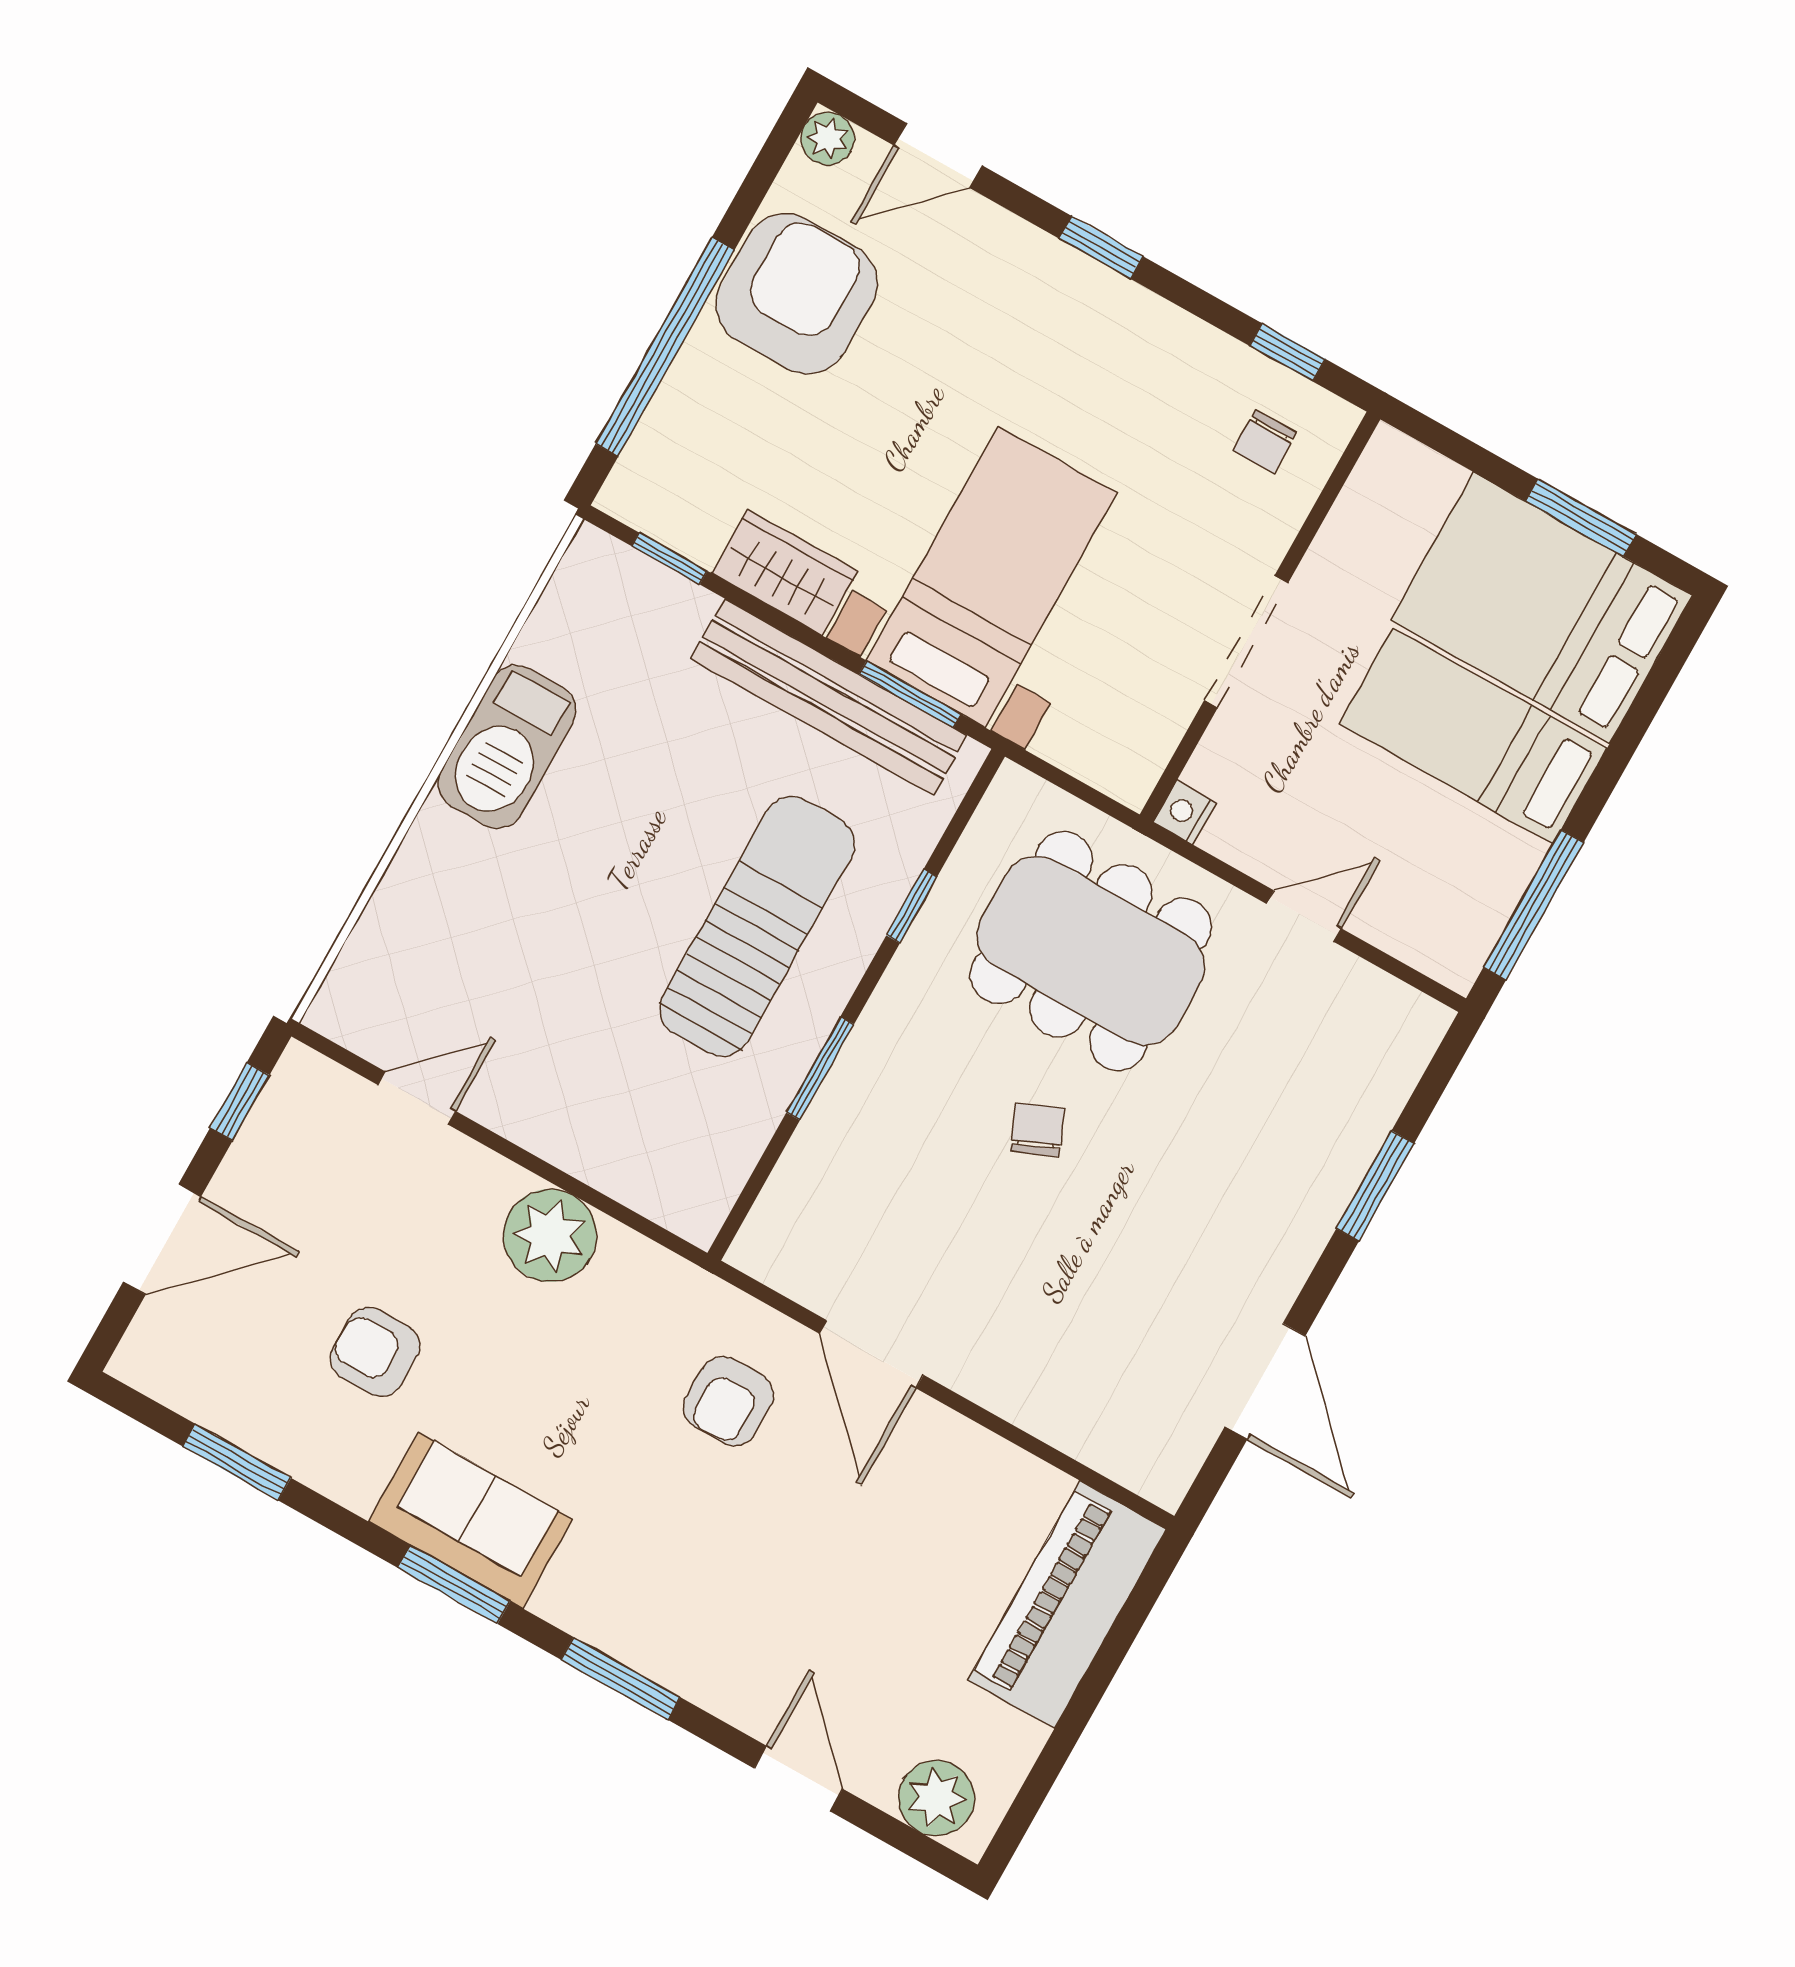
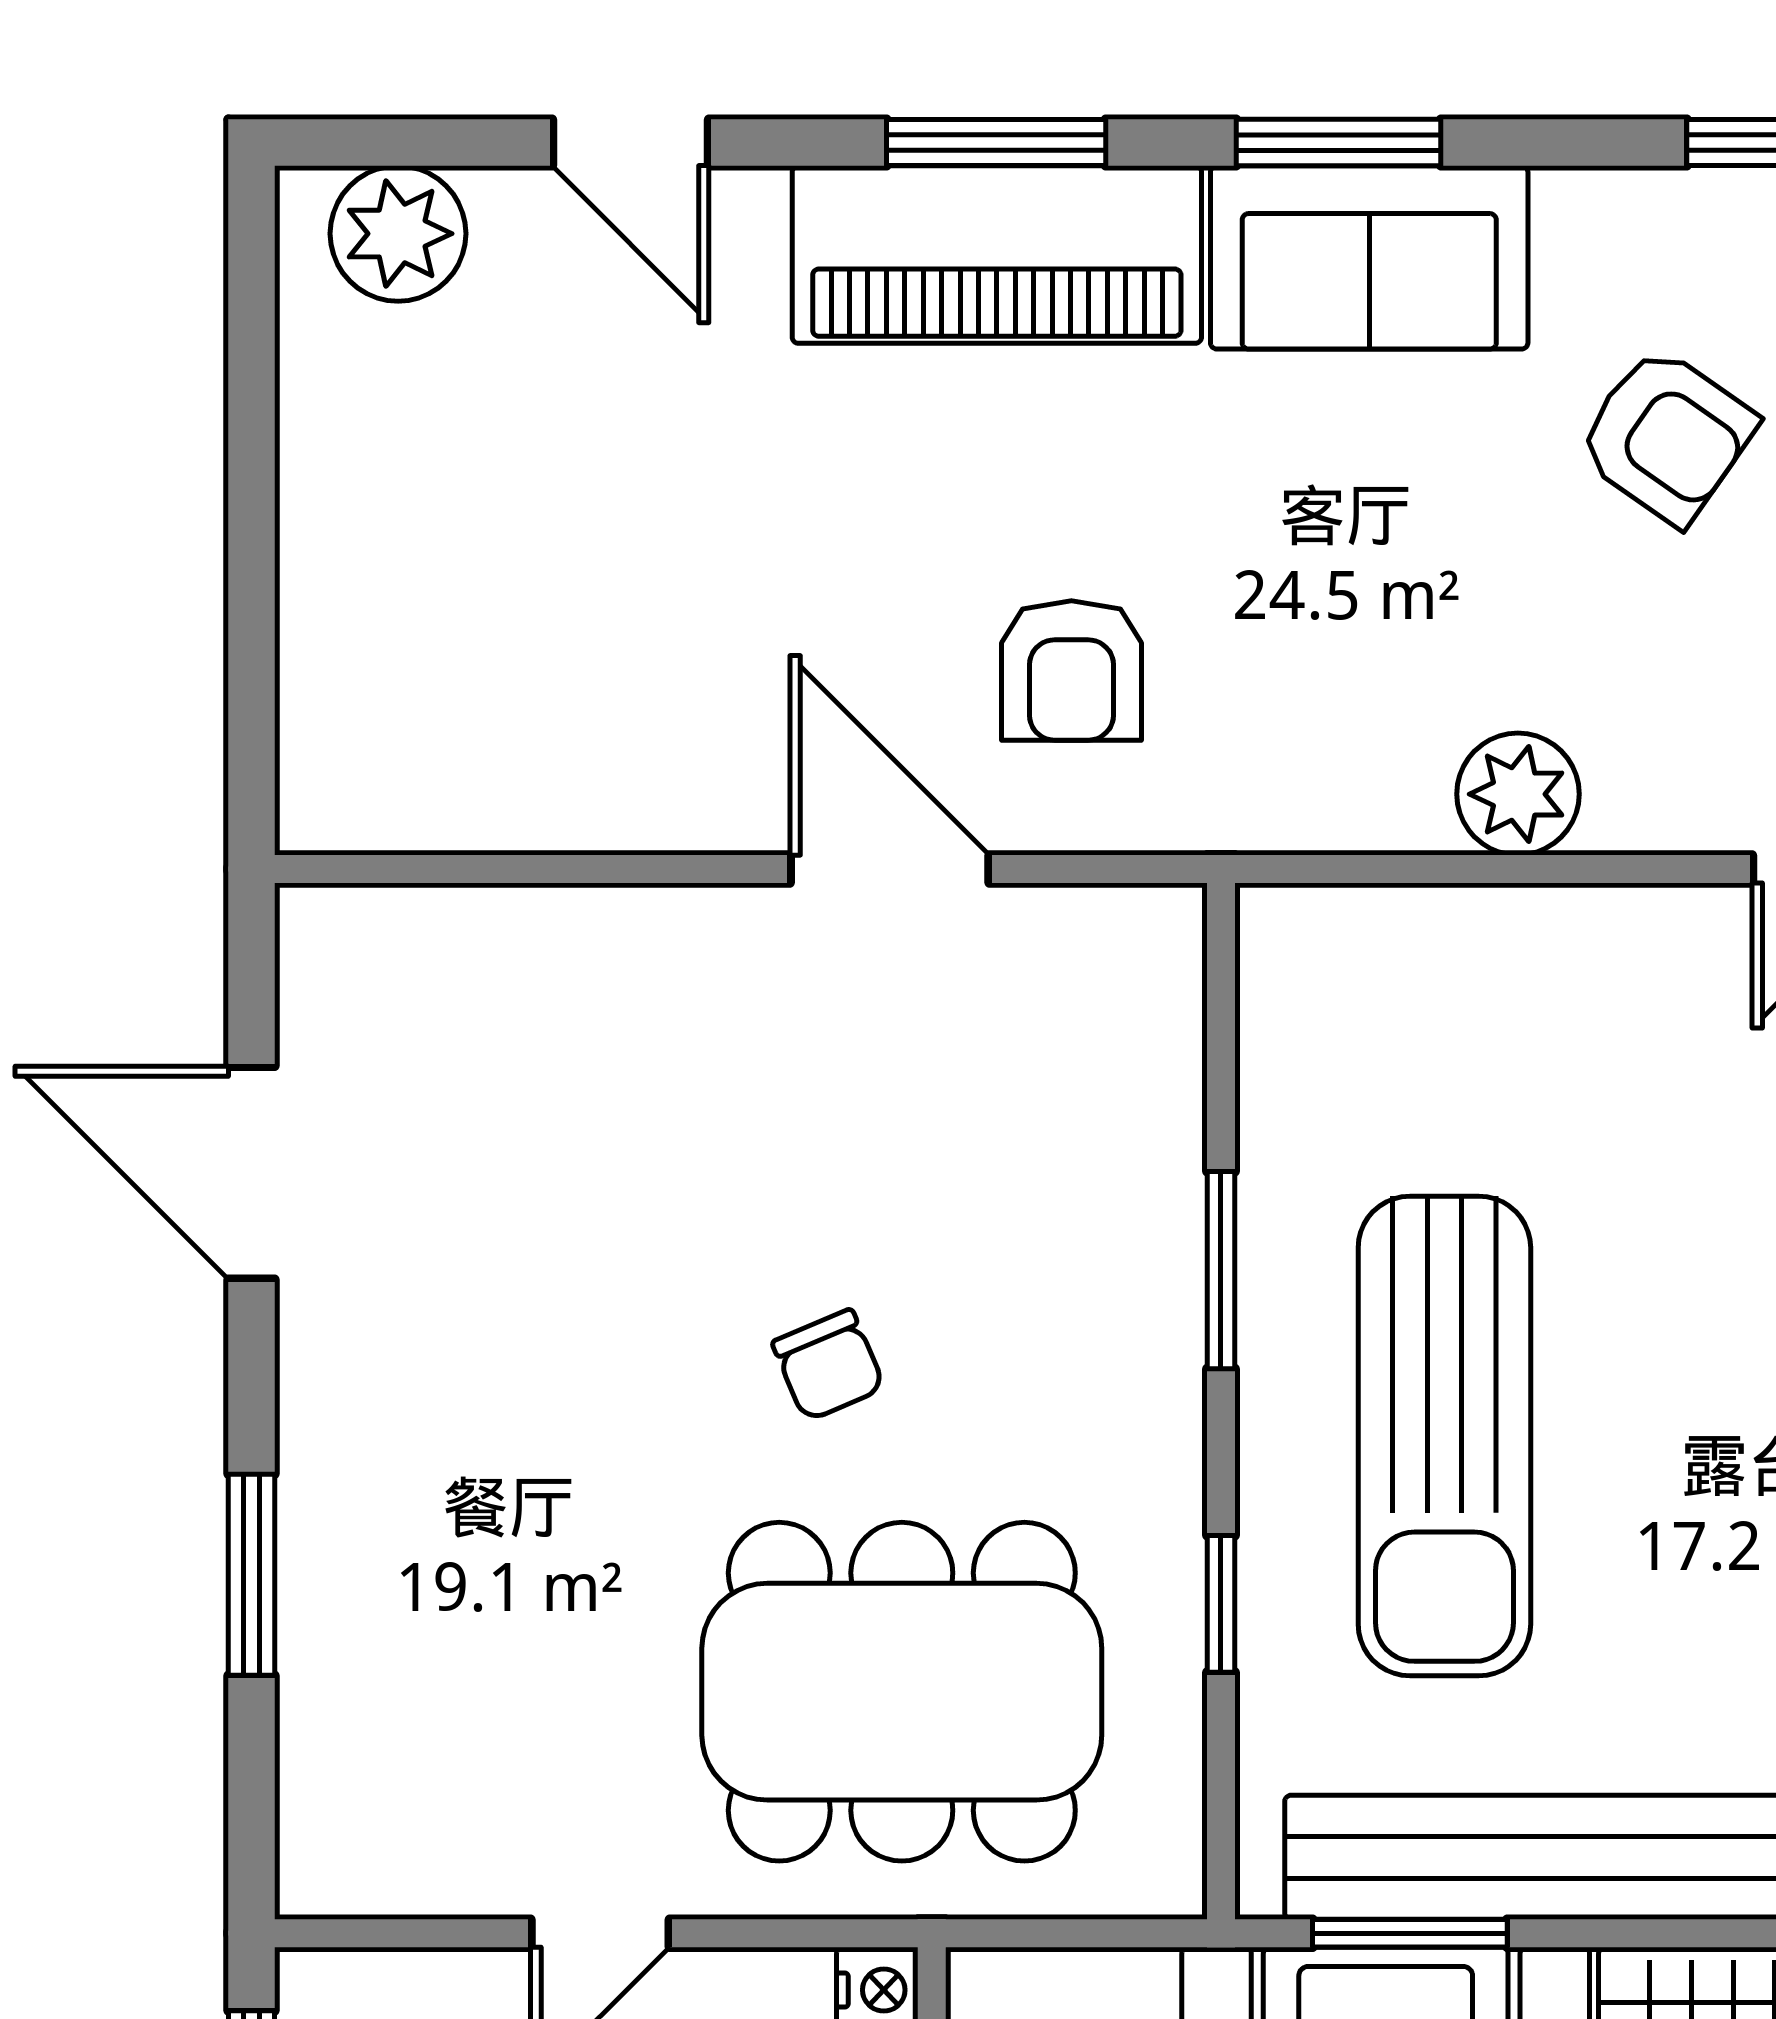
plant: (550, 1235) -> (1518, 794), width x0.73, depth x0.73
armchair: (375, 1352) -> (1666, 436), turned 35
armchair: (729, 1401) -> (1071, 670), turned 180
piano: (1067, 1605) -> (997, 255), moved, turned 90

